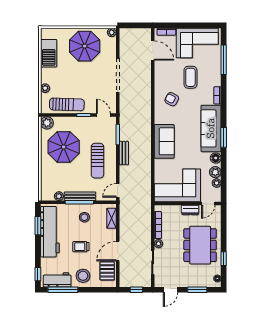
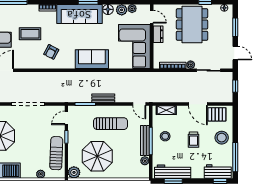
workbench: (50, 232) -> (173, 172), width x0.73, depth x0.76
dining table: (200, 245) -> (192, 25), turned 90
workbench: (57, 280) -> (218, 172), moved, turned 90

